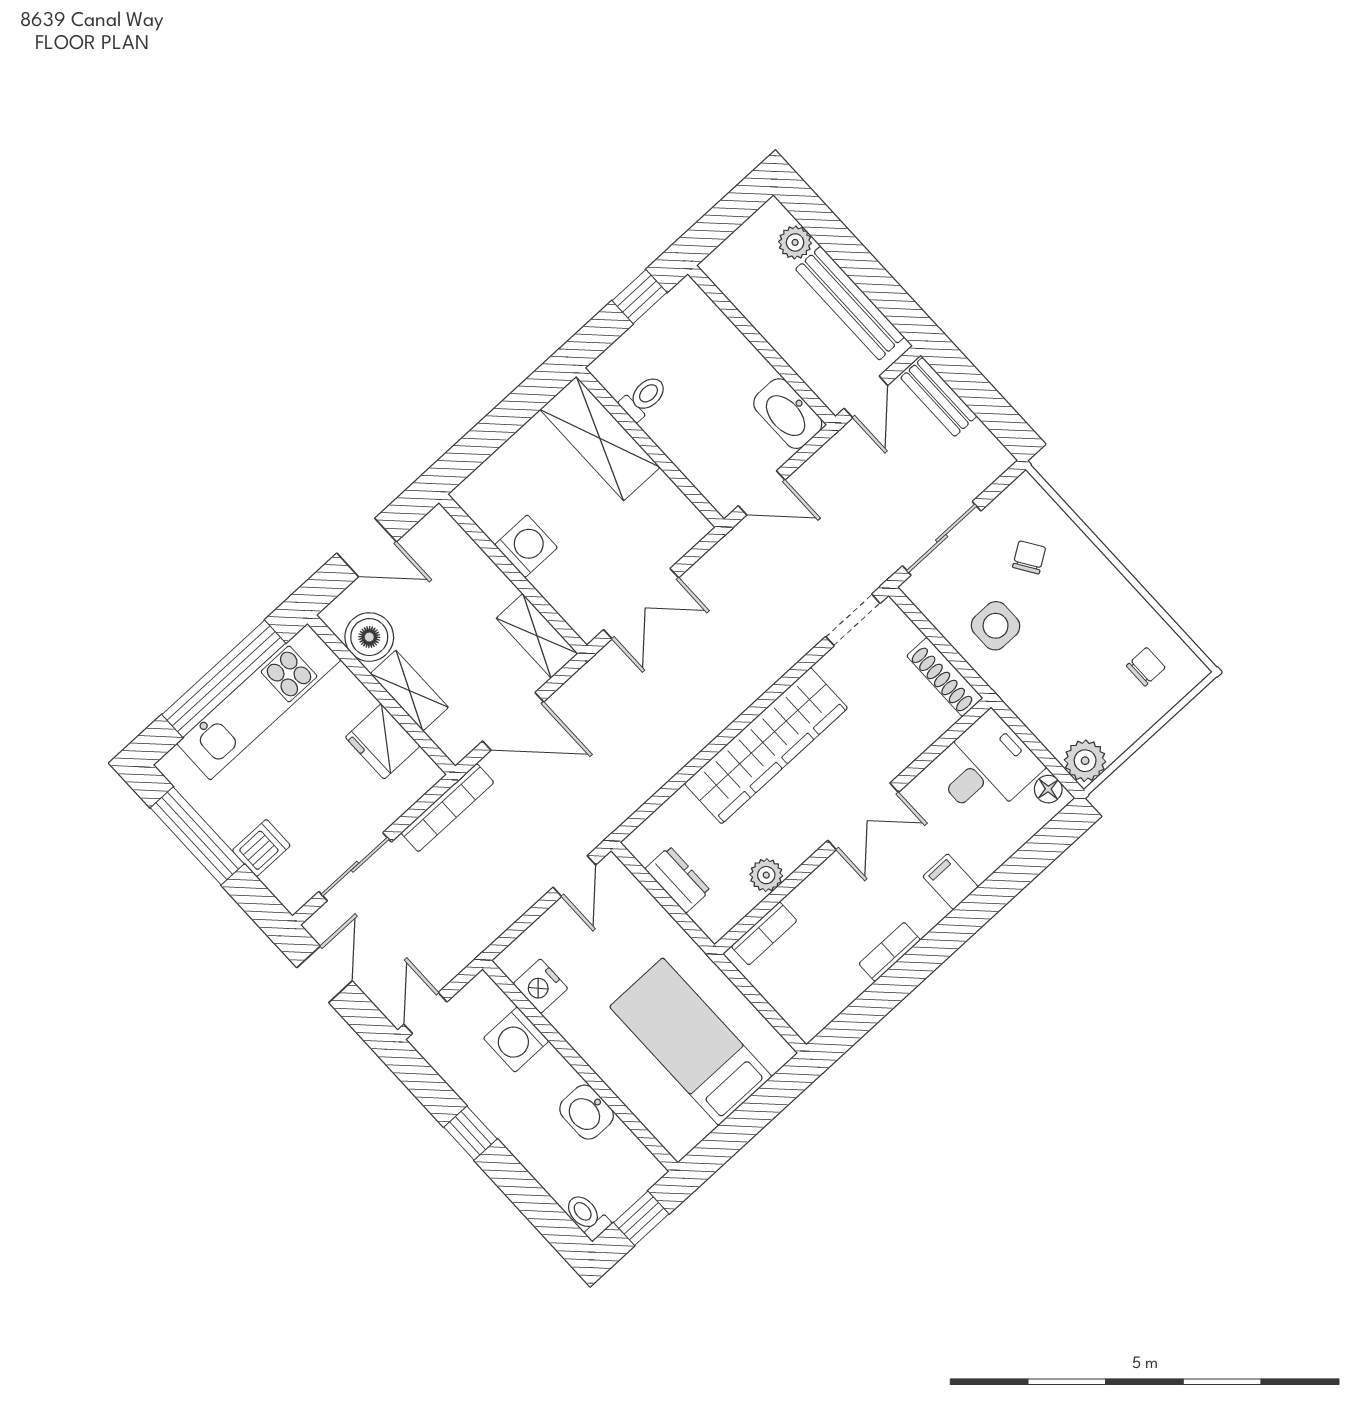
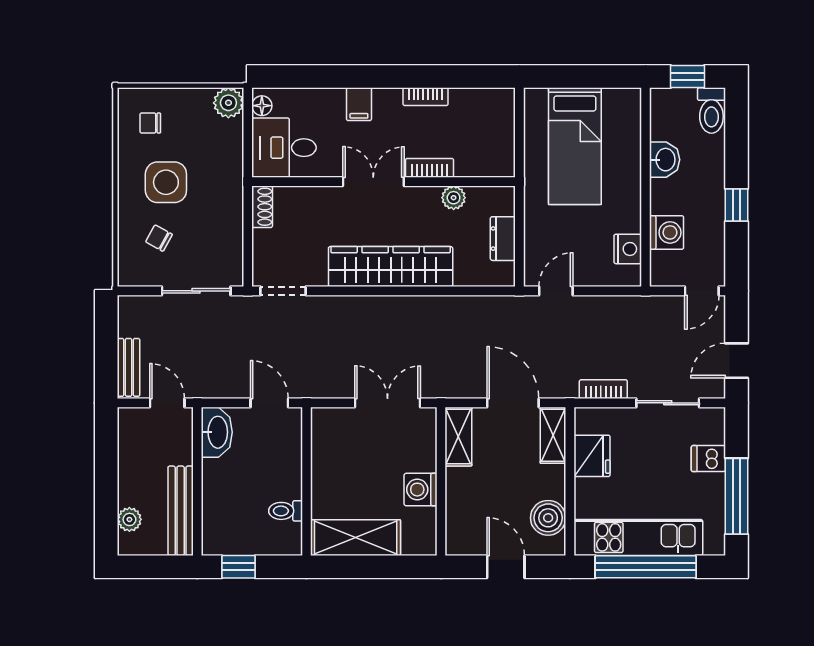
bench: (850, 303) -> (181, 511), moved
door: (866, 397) -> (167, 403), hinge flipped
shelving: (600, 438) -> (356, 538), moved, turned 90
chair: (1029, 557) -> (159, 238), turned 62
side table: (996, 626) -> (166, 182), moved, width x1.37, depth x1.37
shoe rack: (945, 677) -> (262, 207), width x0.70
shelving: (409, 691) -> (553, 435), moved
bookcase: (447, 808) -> (603, 389), width x0.64
bookcase: (764, 933) -> (430, 168), moved
toilet: (587, 1216) -> (711, 111), width x1.37, depth x1.39

